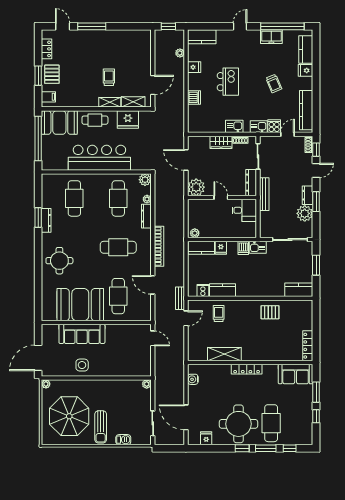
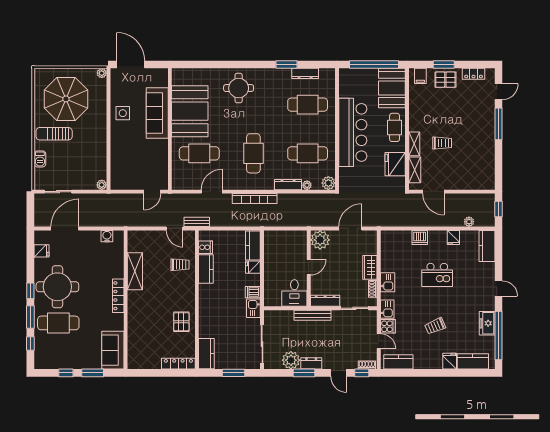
kitchen counter: (306, 110) -> (398, 362), width x0.67
dresser: (46, 220) -> (305, 73), moved
plant: (195, 233) -> (269, 238), removed
locker: (308, 346) -> (178, 364), moved

